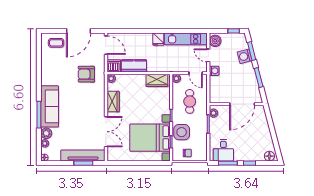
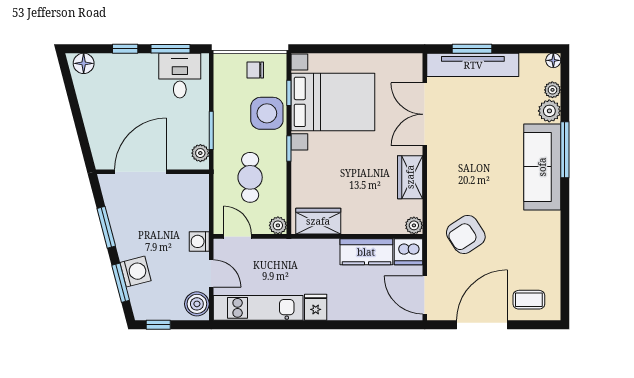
armchair: (86, 74) -> (466, 234), turned 147

